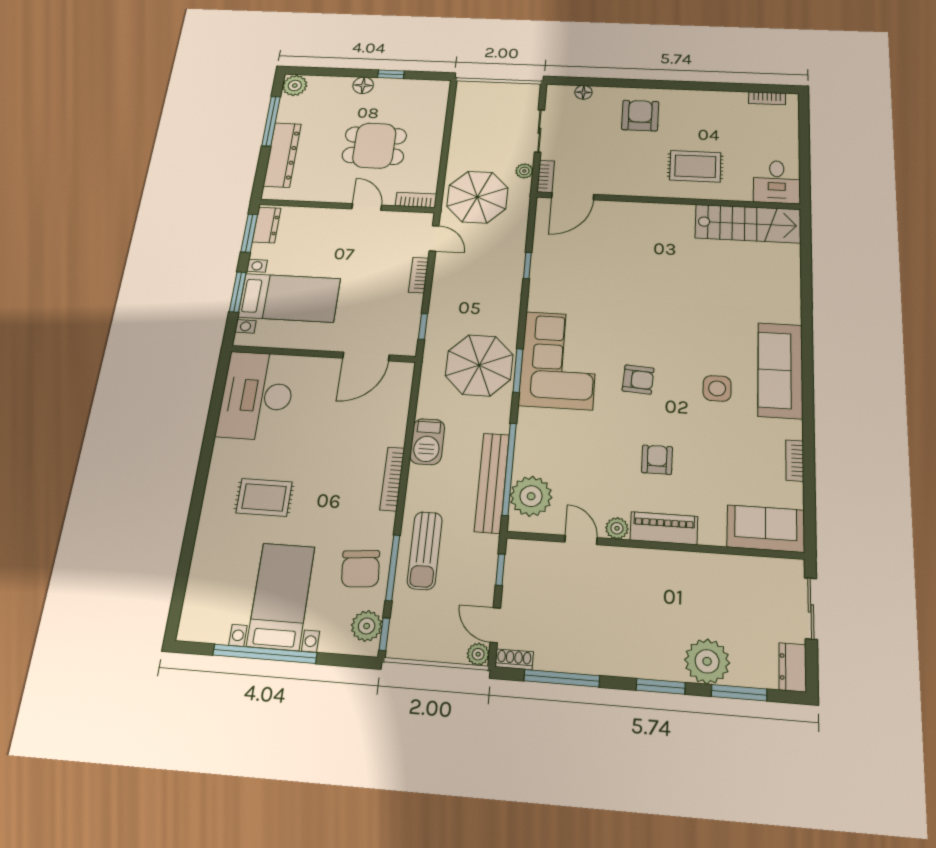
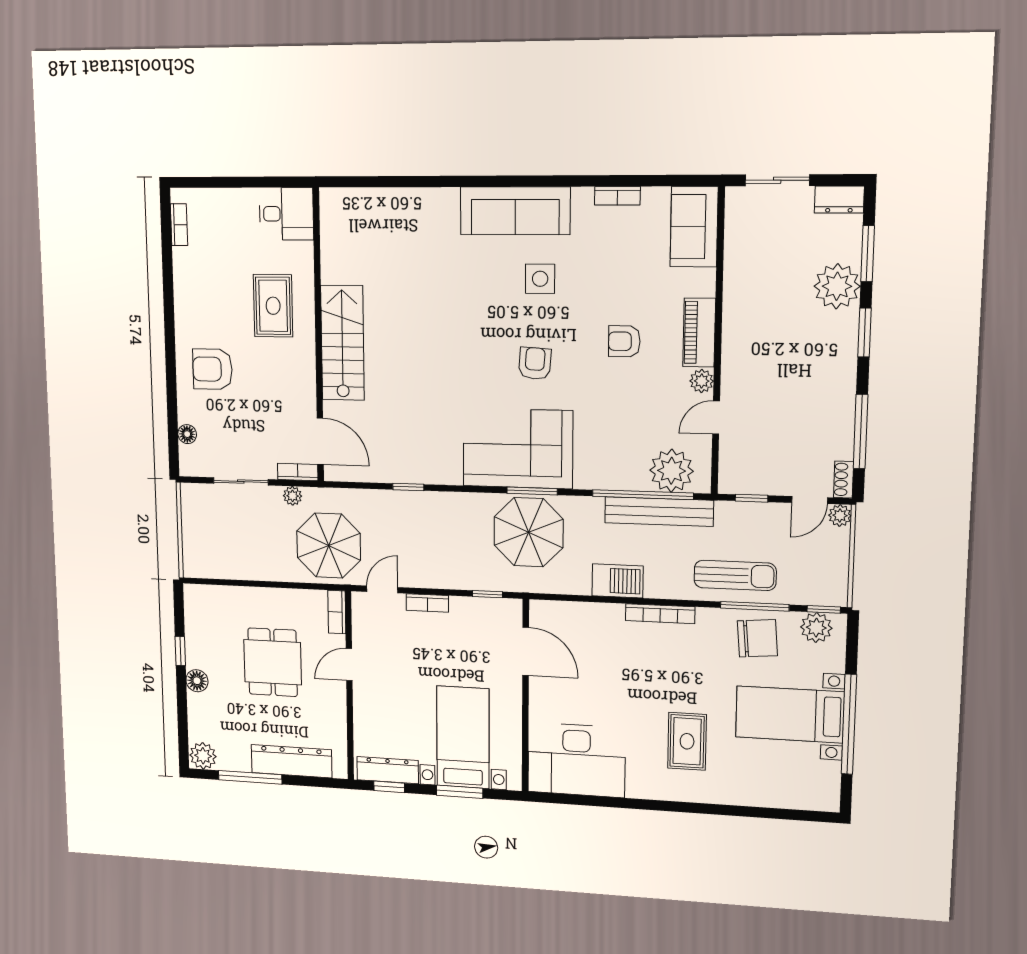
stairs: (748, 224) -> (342, 343), moved
dresser: (267, 225) -> (388, 770), width x1.44
window: (249, 233) -> (389, 787), width x0.67

